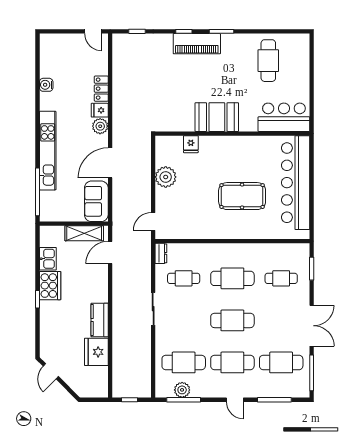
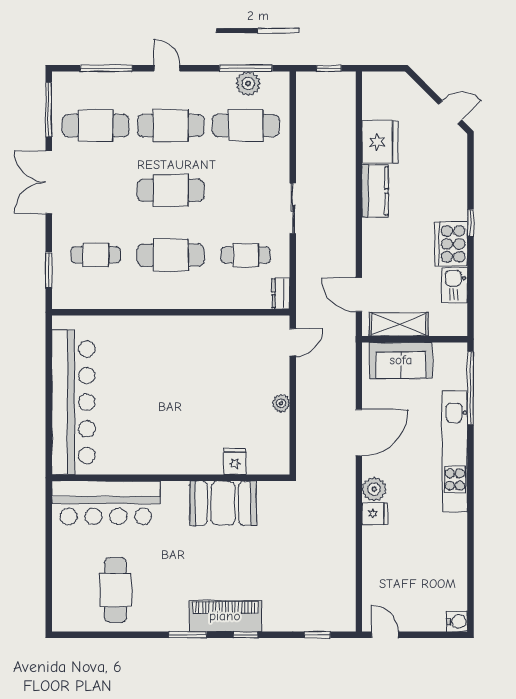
water cooler: (46, 85) -> (457, 621), moved
locker: (101, 89) -> (372, 547), removed
booth: (217, 117) -> (223, 503), moved
bar counter: (284, 117) -> (106, 503), width x1.36
plant: (166, 177) -> (281, 403), width x0.53, depth x0.53
pool table: (242, 196) -> (156, 382), removed
sofa: (96, 201) -> (401, 360), moved, turned 90
door: (110, 253) -> (359, 295), swing flipped
door: (51, 371) -> (450, 112), hinge flipped

